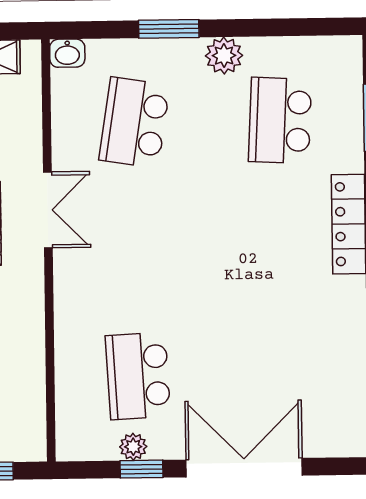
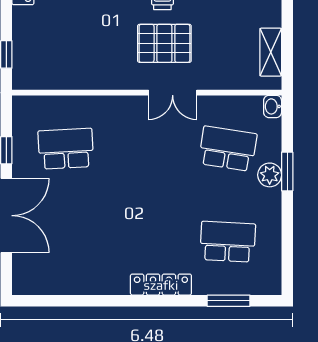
plant: (224, 56) -> (270, 175), moved
plant: (133, 447) -> (21, 145), removed

